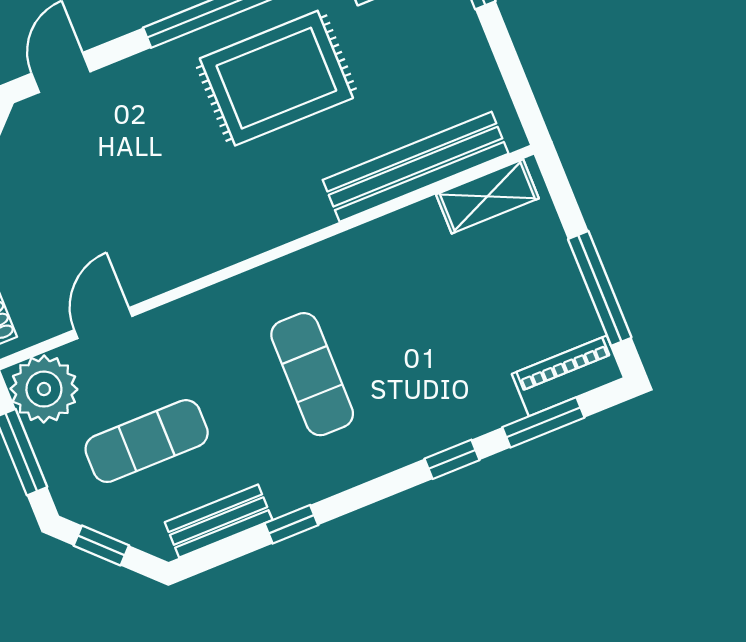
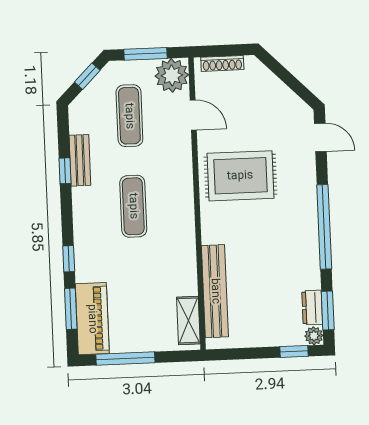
rug: (276, 78) -> (240, 176), moved, turned 90
exercise mat: (312, 374) -> (133, 206), turned 90
piano: (568, 376) -> (92, 319), width x1.37, depth x1.33
bench: (219, 521) -> (80, 160), moved

